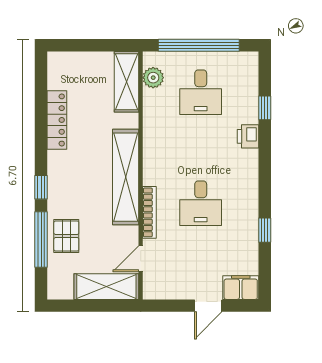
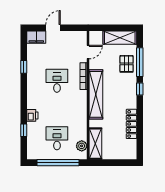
shelving: (106, 287) -> (120, 38), moved

